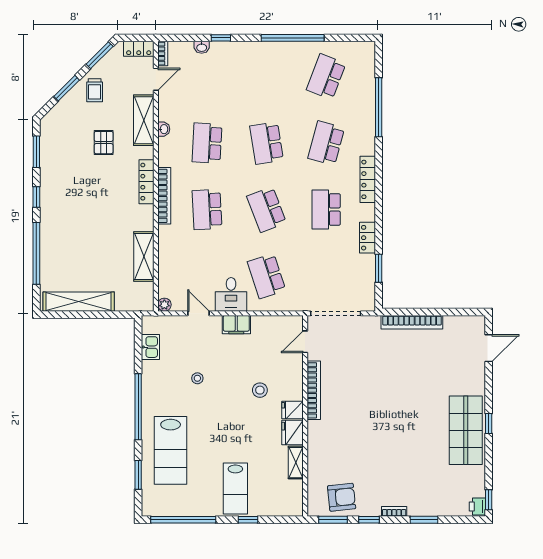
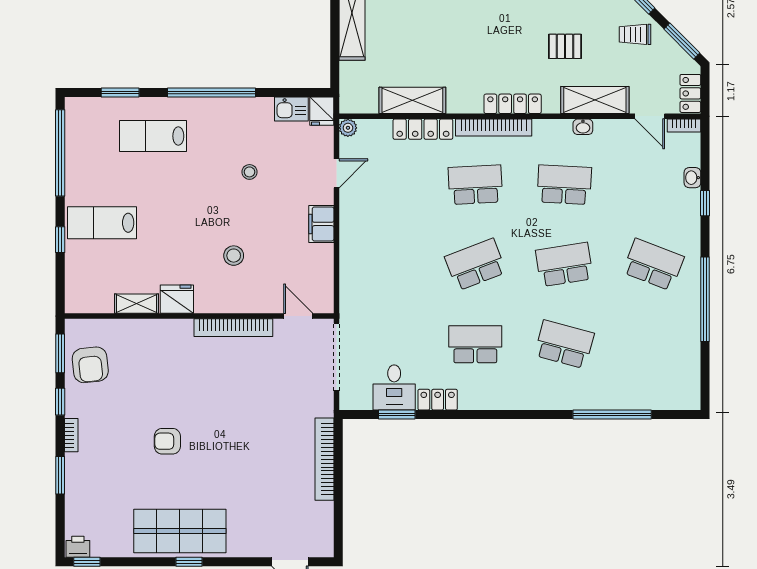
school desk: (326, 77) -> (653, 264), moved
locker: (368, 179) -> (423, 129), moved, turned 180
school desk: (267, 276) -> (386, 264), removed
desk: (231, 294) -> (394, 387), moved, turned -90
fridge: (293, 410) -> (322, 111), moved, turned 180
armchair: (399, 440) -> (167, 441), added
lab bench: (171, 450) -> (153, 136), width x0.73, depth x0.72

